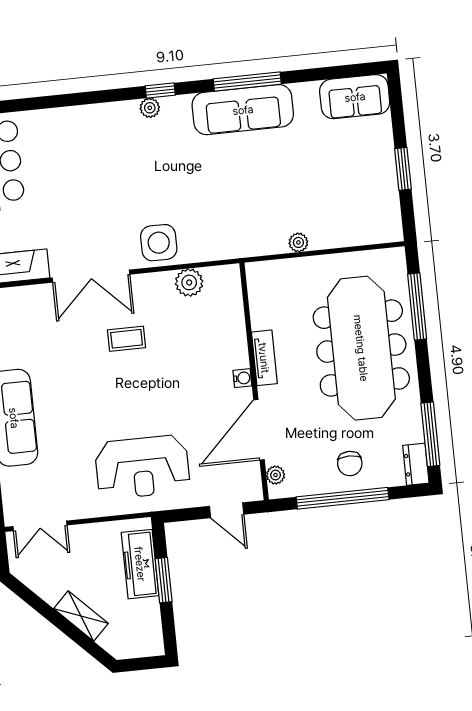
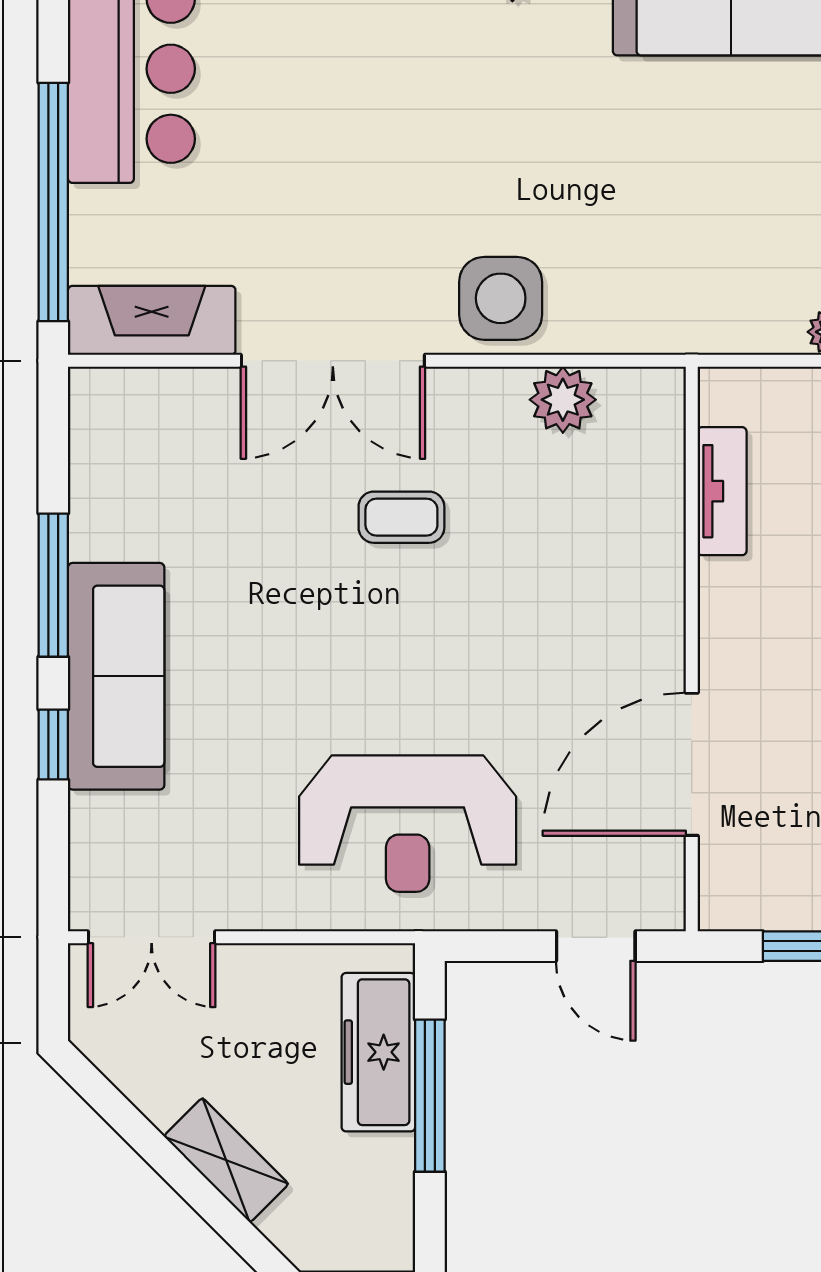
tv unit: (264, 358) -> (722, 491), moved
water cooler: (242, 378) -> (665, 638), removed
plant: (276, 475) -> (720, 875), removed
window: (164, 580) -> (430, 1096), width x1.44

